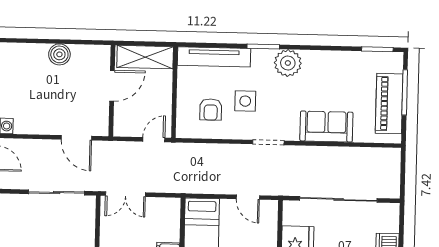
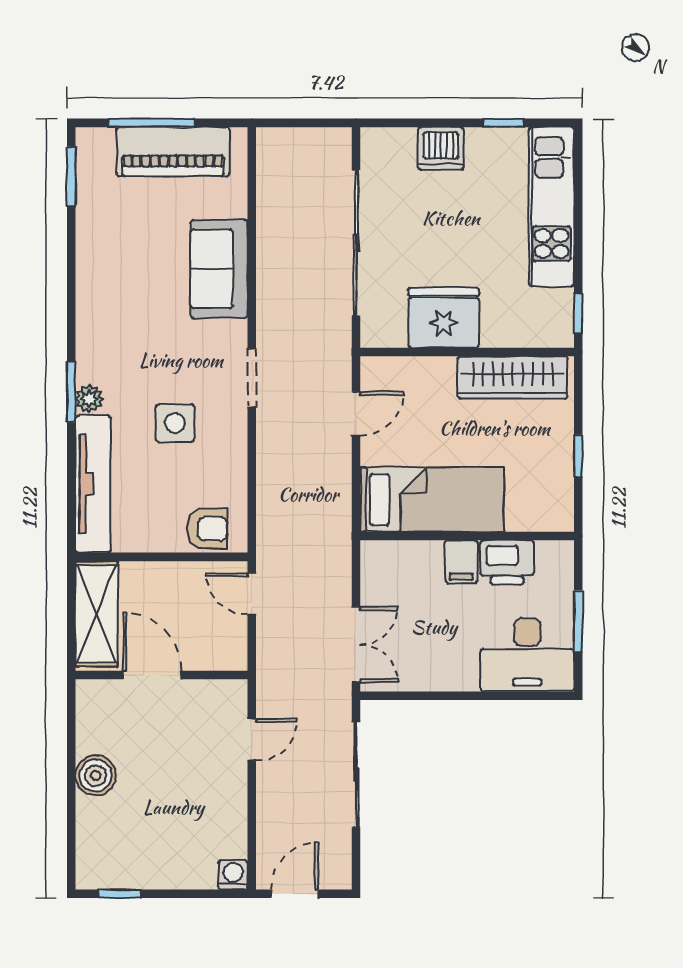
plant: (288, 63) -> (89, 399), moved, width x0.53, depth x0.53
armchair: (211, 109) -> (207, 529), moved
door: (76, 138) -> (252, 740), width x0.73

